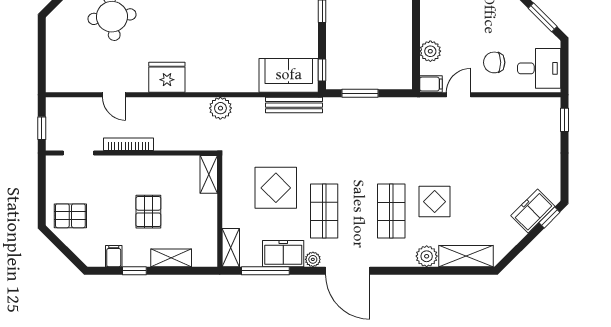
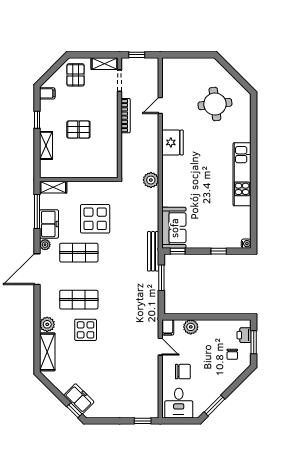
chair: (494, 62) -> (183, 372), turned 90
bench: (294, 105) -> (153, 251), moved
shelving: (209, 174) -> (105, 64), moved
filing cabinet: (114, 256) -> (47, 93), moved

